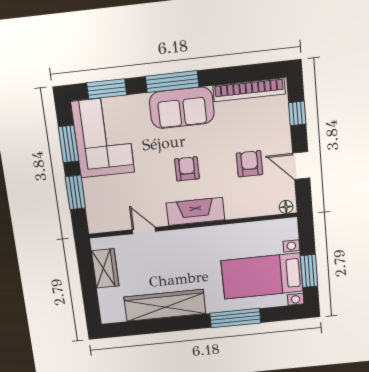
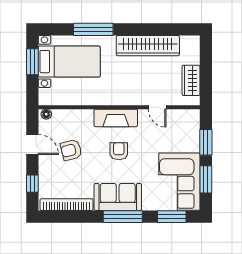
armchair: (250, 164) -> (71, 150), turned 76
armchair: (187, 169) -> (119, 151), turned 180

